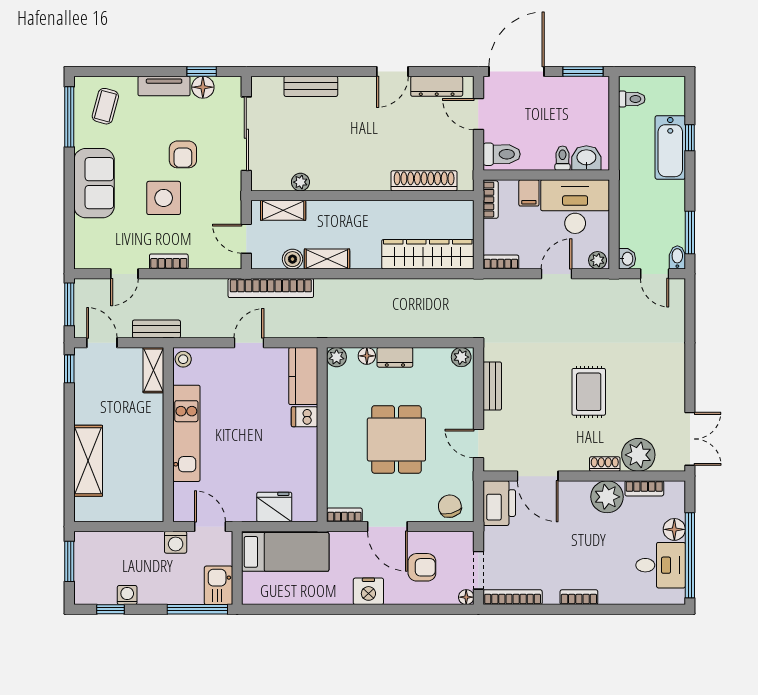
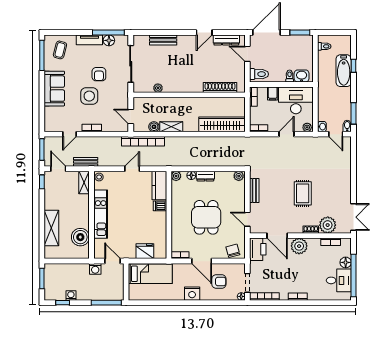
window: (202, 72) -> (108, 33), width x2.17
shelving: (283, 210) -> (149, 102), removed
boiler: (146, 479) -> (80, 237), added
plant: (607, 497) -> (299, 246), moved
kitchen sink: (218, 585) -> (117, 291), removed

